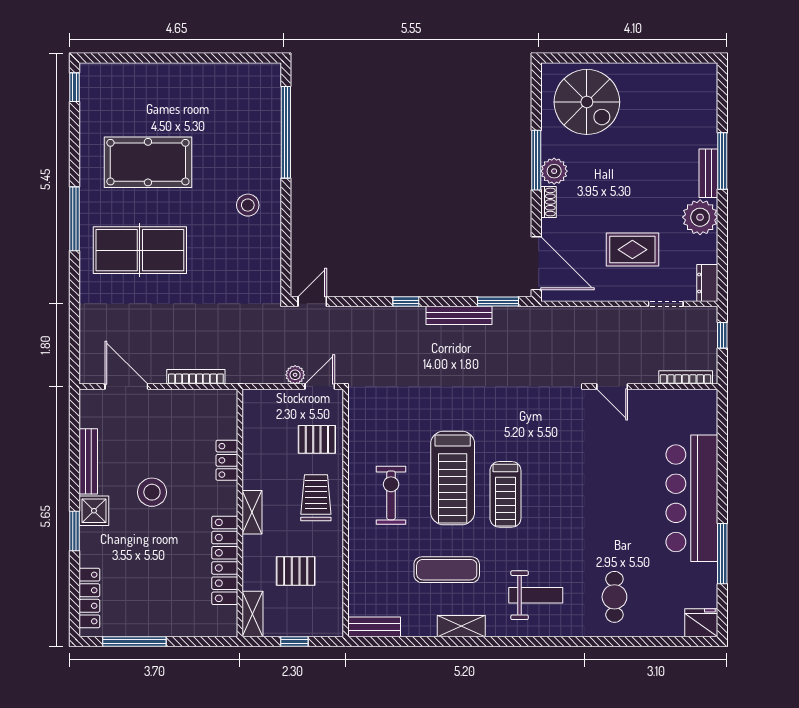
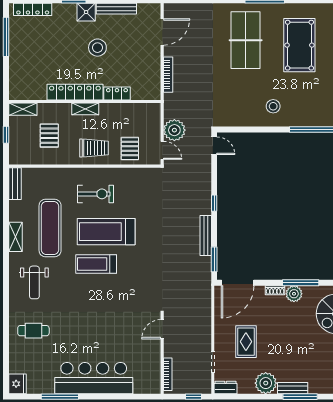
plant: (295, 375) -> (174, 130), width x1.88, depth x1.88
locker: (225, 560) -> (75, 92), moved
exercise mat: (447, 570) -> (50, 228), width x1.36, depth x1.45

